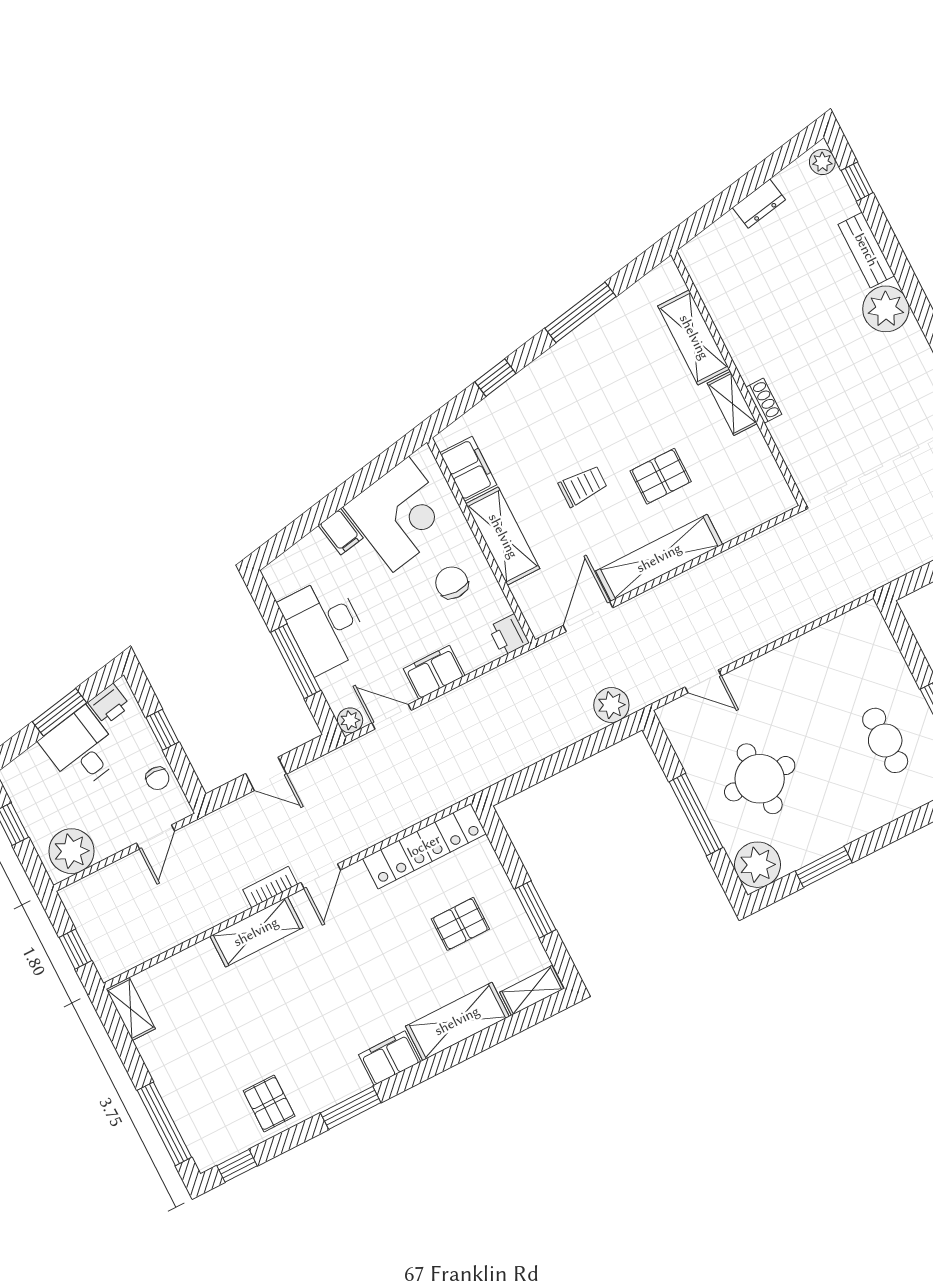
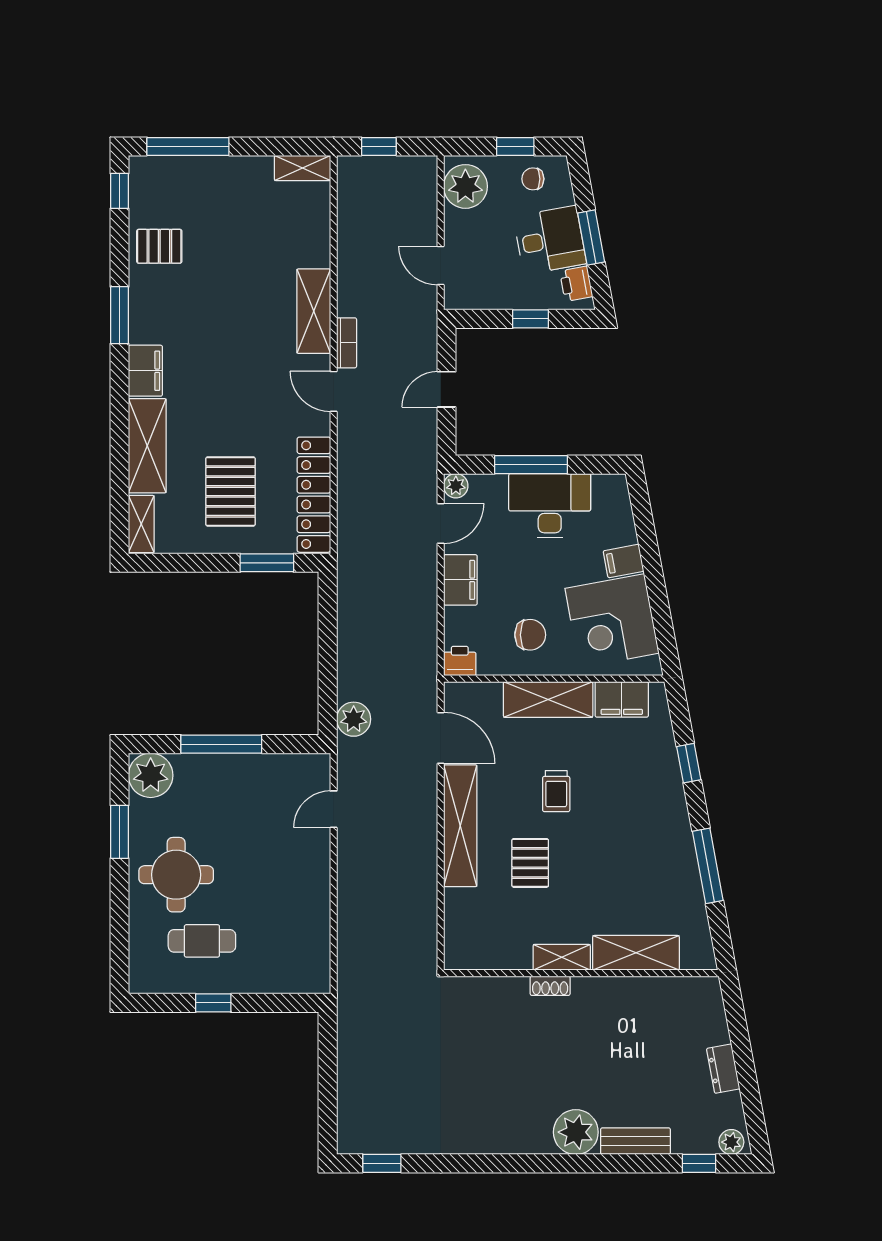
chair: (157, 778) -> (533, 179), moved
round table: (760, 779) -> (176, 875), moved
window: (535, 909) -> (267, 563), moved
pallet: (460, 924) -> (231, 491), width x1.50, depth x1.42

